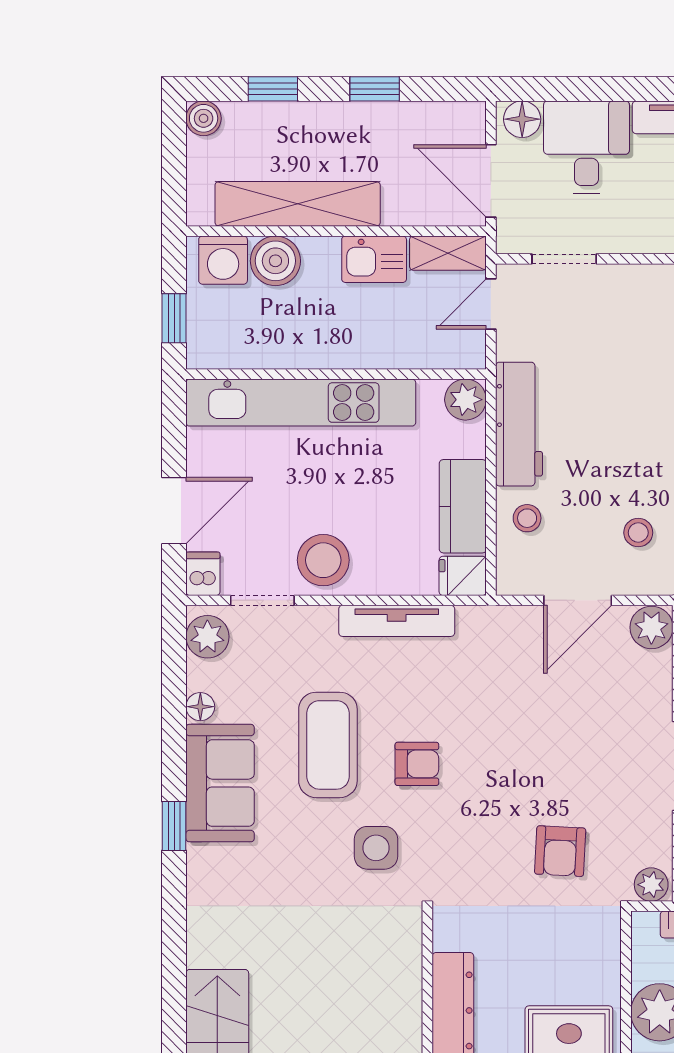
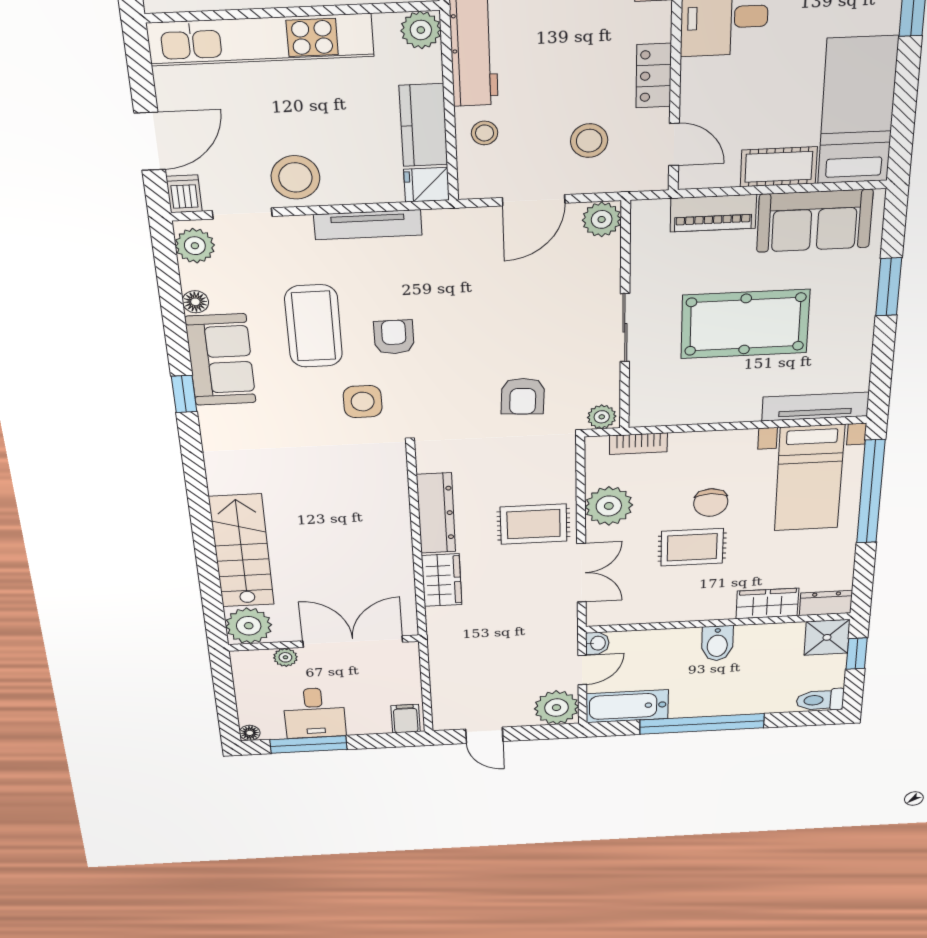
stool: (638, 533) -> (589, 141), width x1.37, depth x1.37
armchair: (417, 764) -> (394, 337), turned -90

